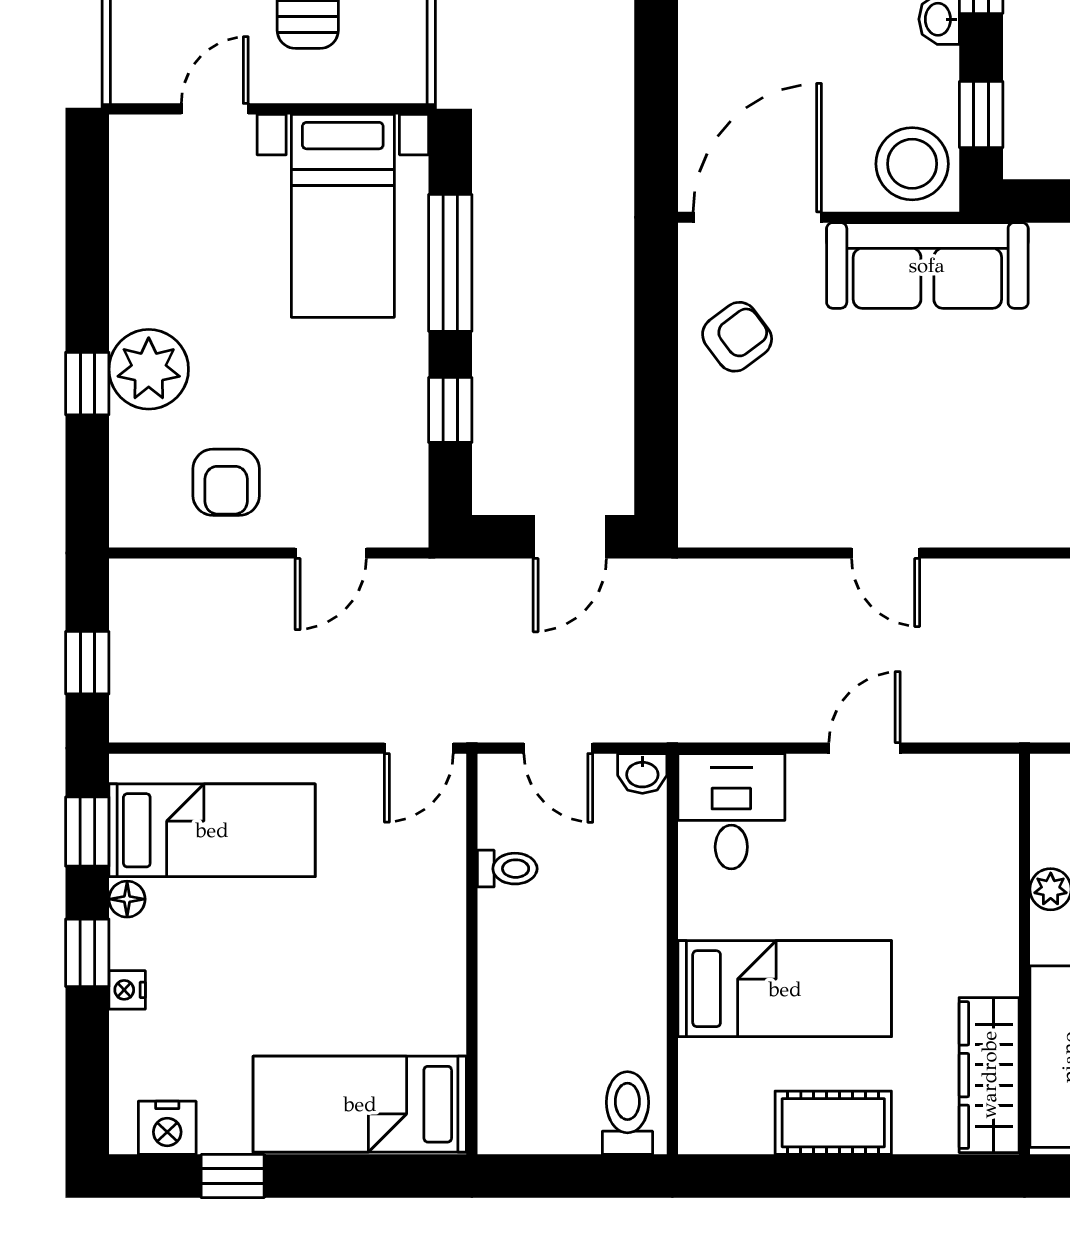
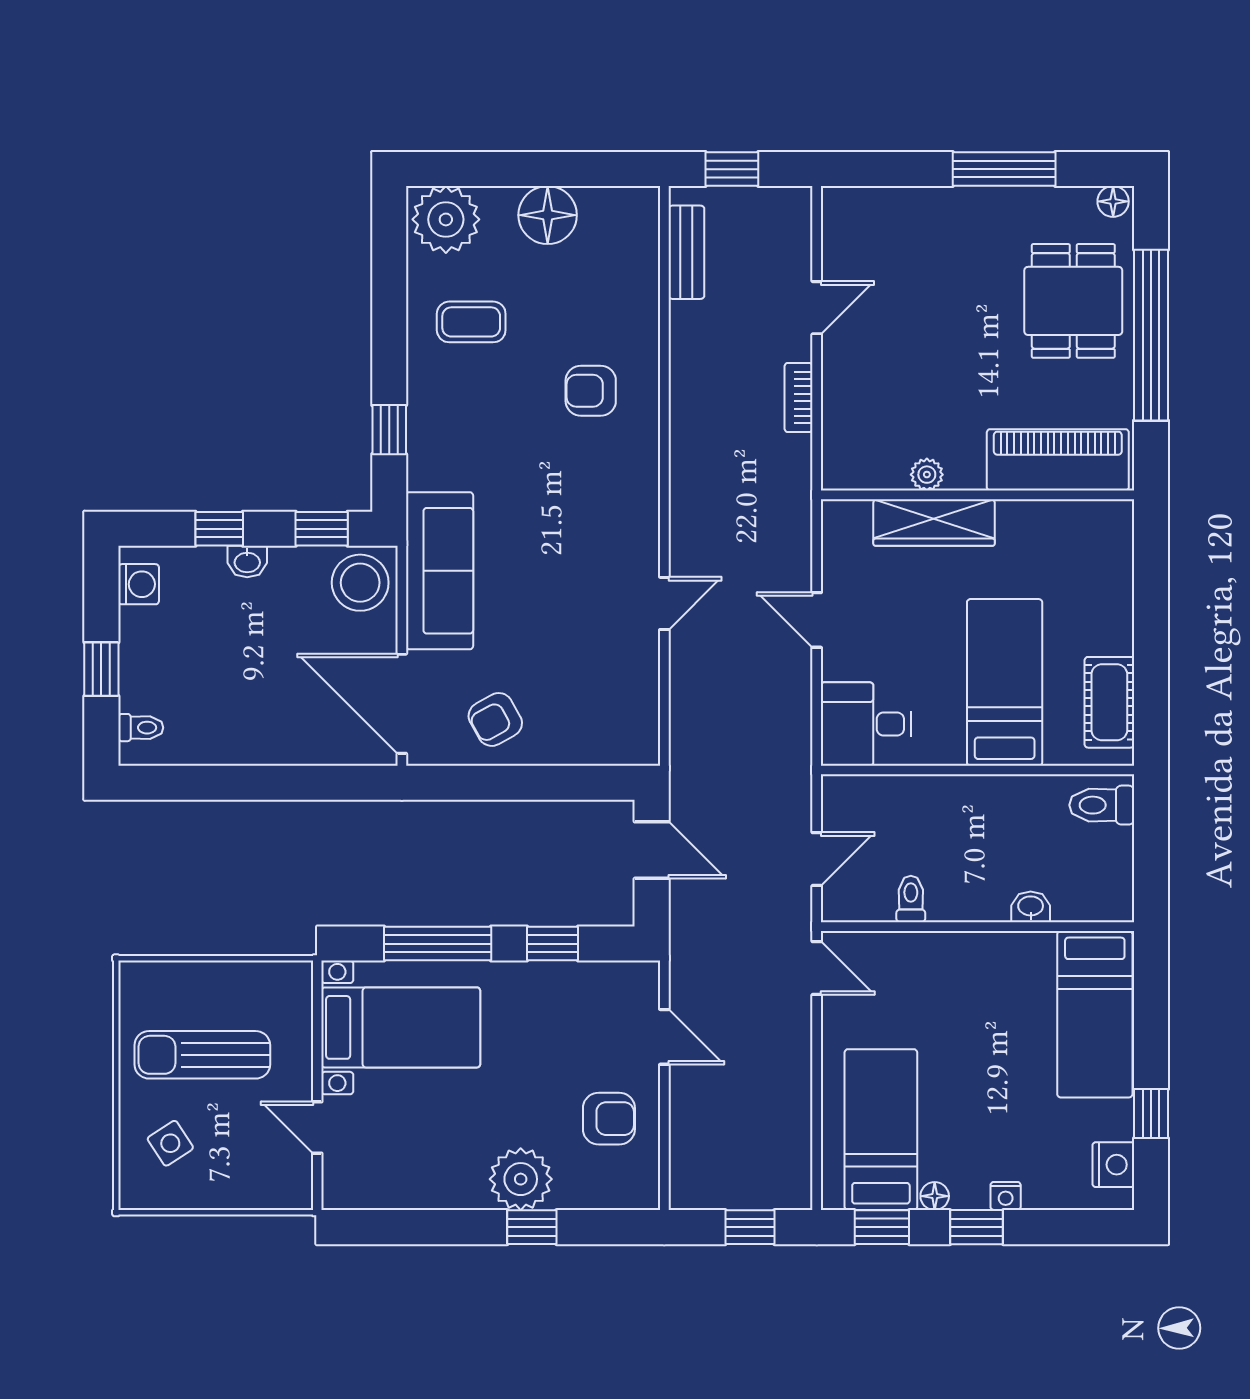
armchair: (737, 337) -> (495, 719), turned -82
washbasin: (642, 773) -> (1031, 907), moved, turned -90
wardrobe: (989, 1075) -> (934, 523), moved
cot: (833, 1123) -> (1109, 702), moved

